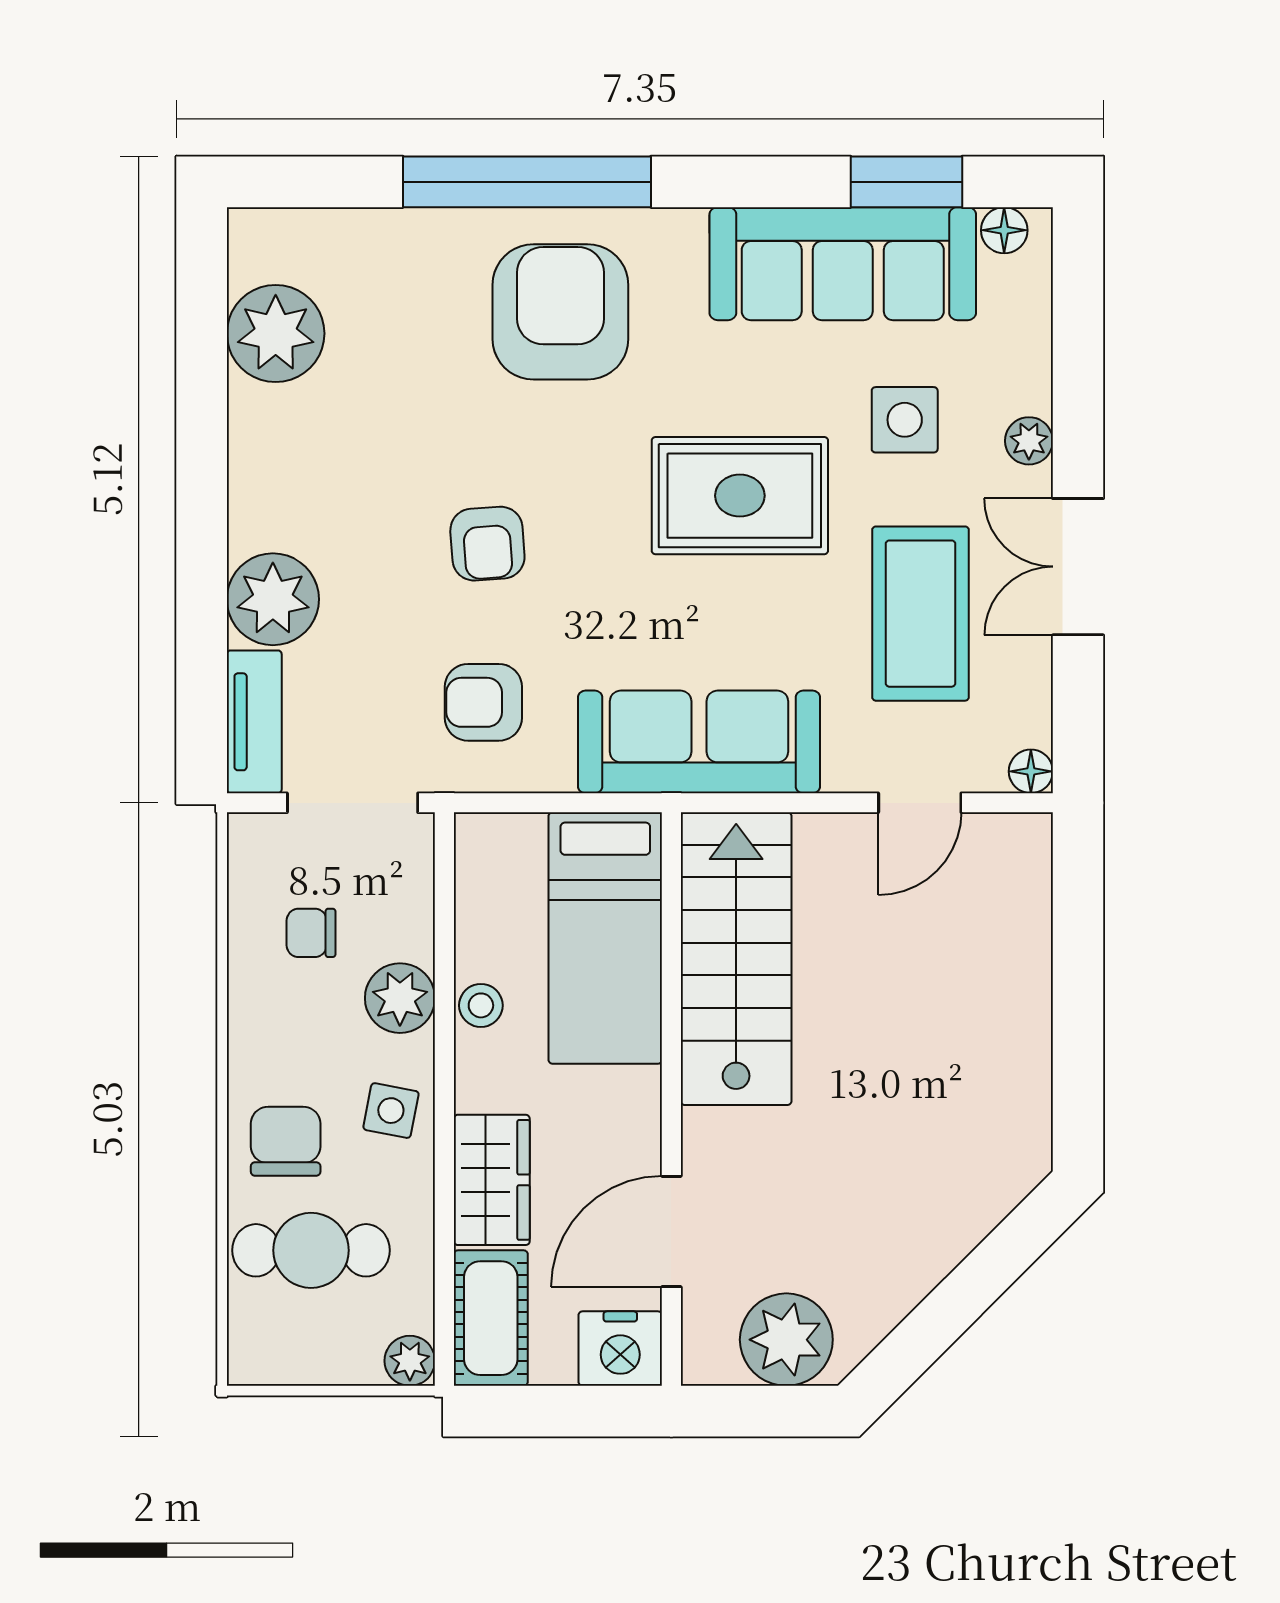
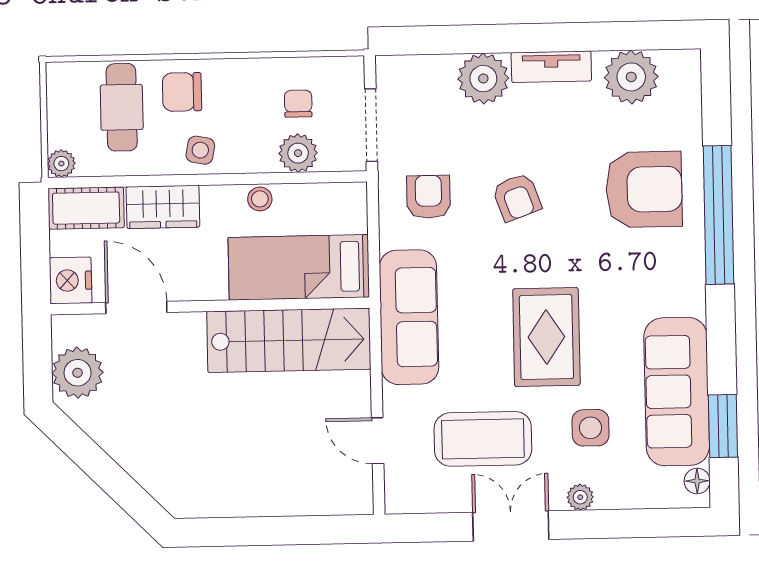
armchair: (560, 312) -> (644, 189), moved
armchair: (487, 544) -> (517, 197), turned -106
tv unit: (254, 722) -> (551, 67), moved
floor lamp: (1031, 771) -> (396, 502), removed
plant: (400, 998) -> (298, 153), moved
chair: (286, 1141) -> (182, 92), turned 180

